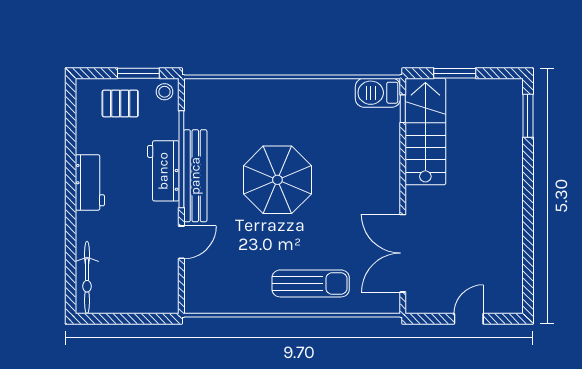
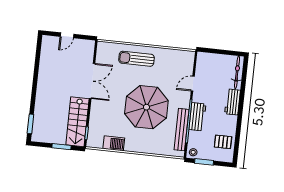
barbecue: (378, 93) -> (114, 143), moved
pallet: (120, 103) -> (223, 142), moved
bench: (195, 176) -> (182, 130), moved
parasol: (277, 180) -> (146, 107), width x1.36, depth x1.36
workbench: (90, 182) -> (233, 102), moved
double door: (403, 253) -> (92, 81), moved

